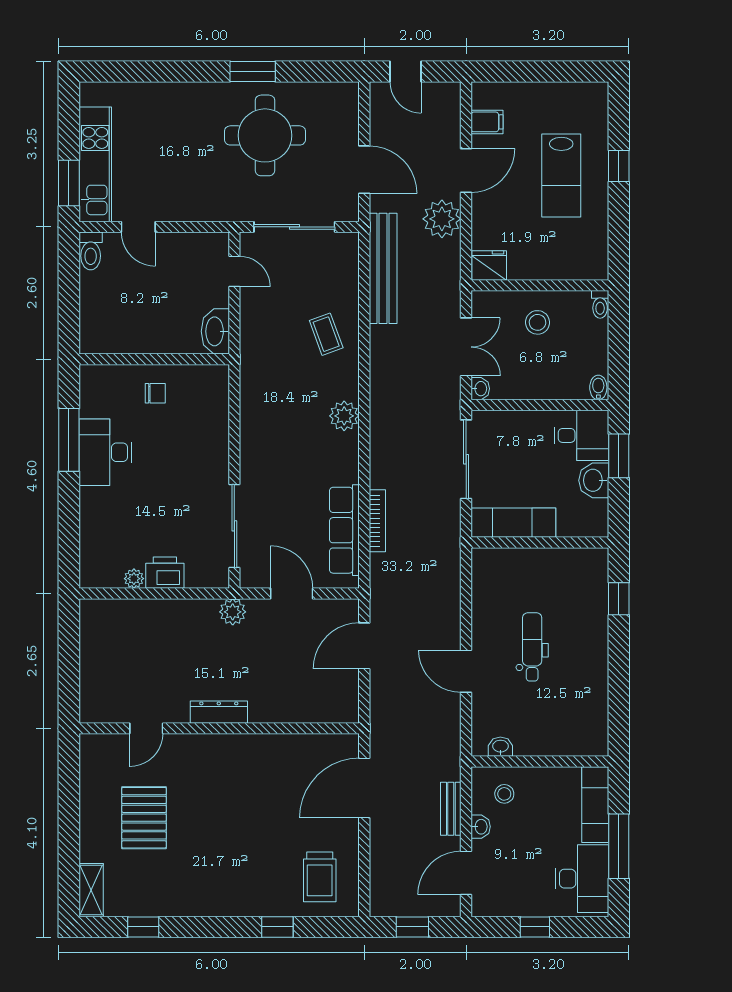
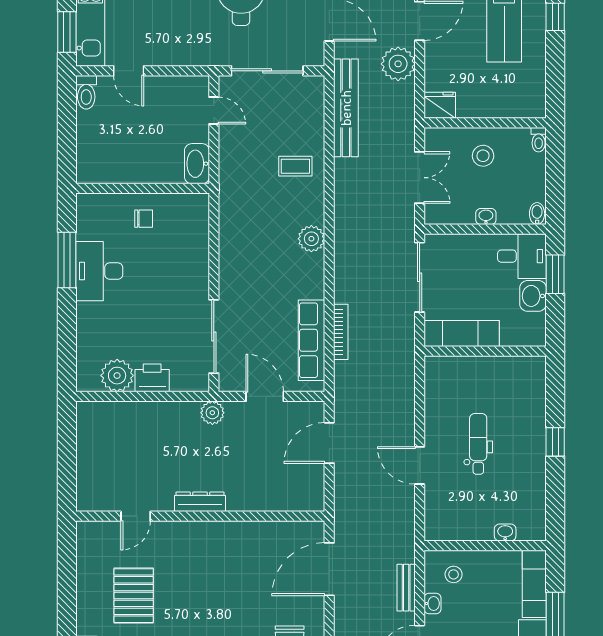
coffee table: (326, 334) -> (295, 166), turned -70
washbasin: (480, 389) -> (486, 216), moved, turned -90
plant: (134, 579) -> (117, 376), width x1.88, depth x1.88
window: (619, 599) -> (555, 442), moved
washbasin: (500, 747) -> (505, 532), moved

